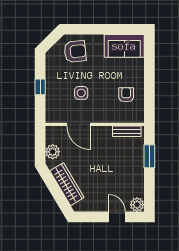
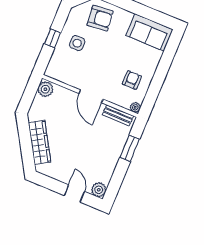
side table: (81, 93) -> (77, 43), moved
plant: (139, 118) -> (135, 107), added
door: (79, 124) -> (91, 96), moved
plant: (53, 152) -> (45, 89), moved

